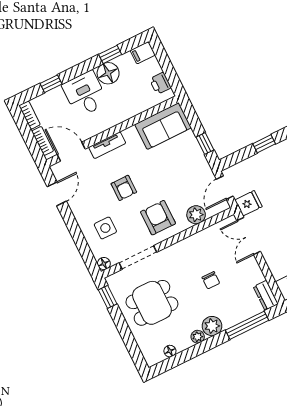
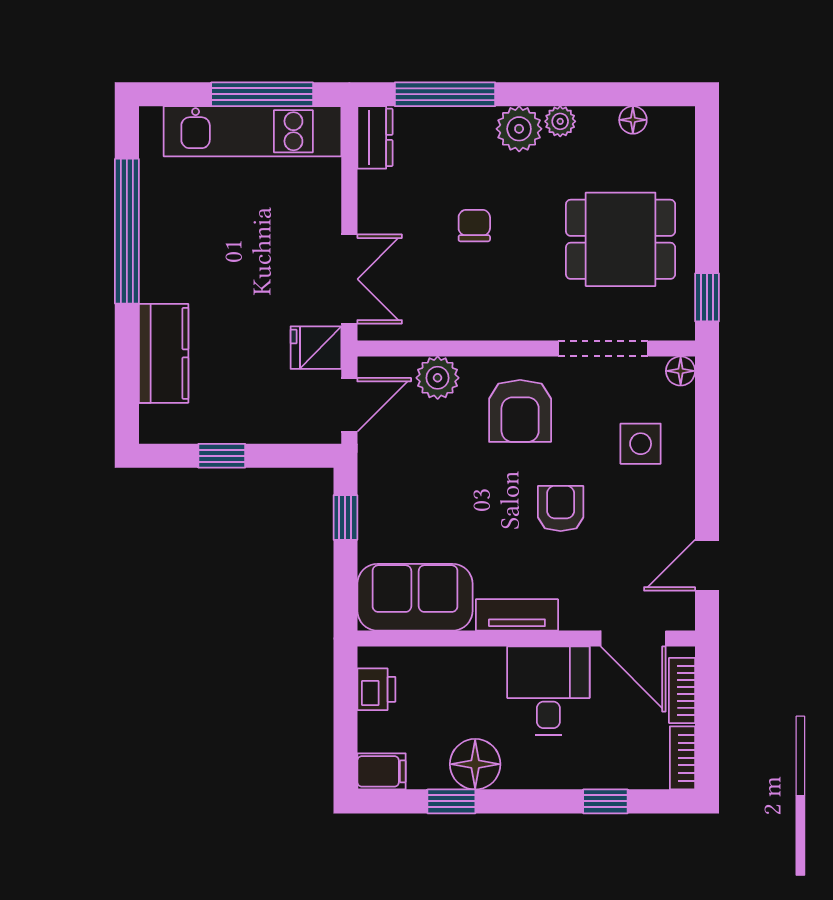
desk: (85, 94) -> (548, 691), moved, turned 180
tv unit: (107, 145) -> (517, 615), moved

